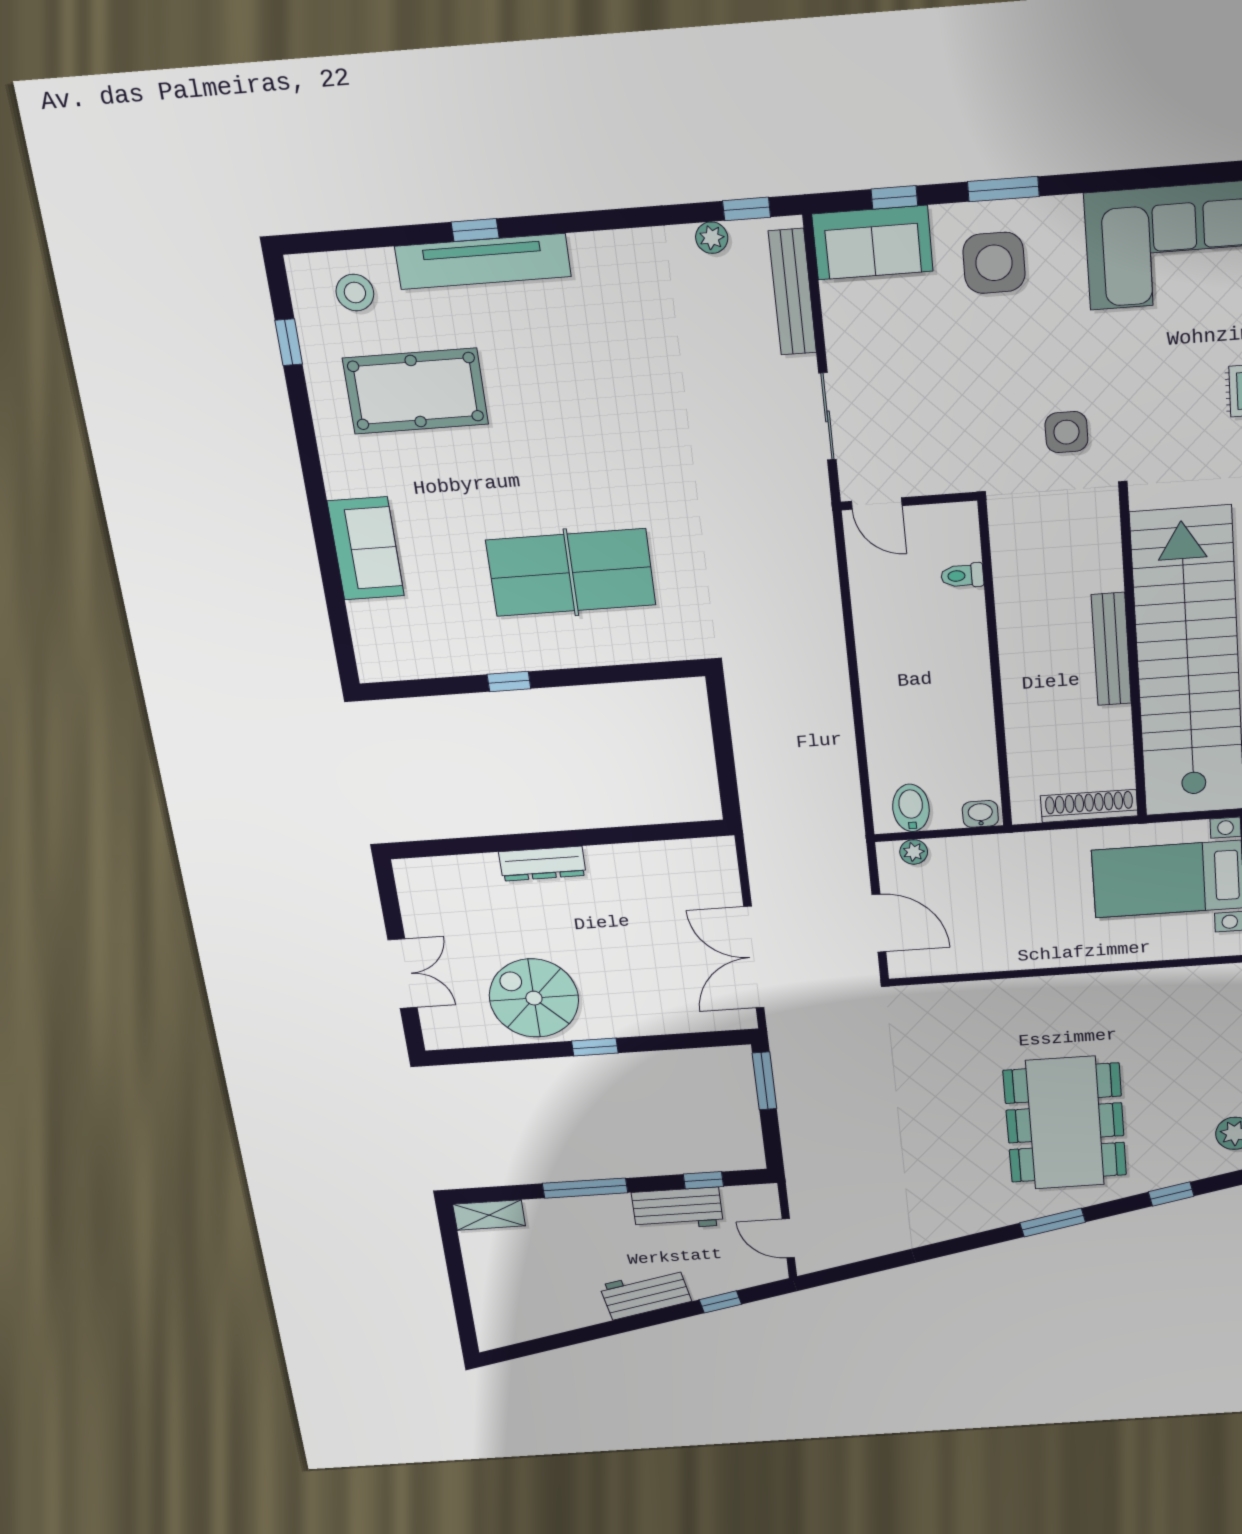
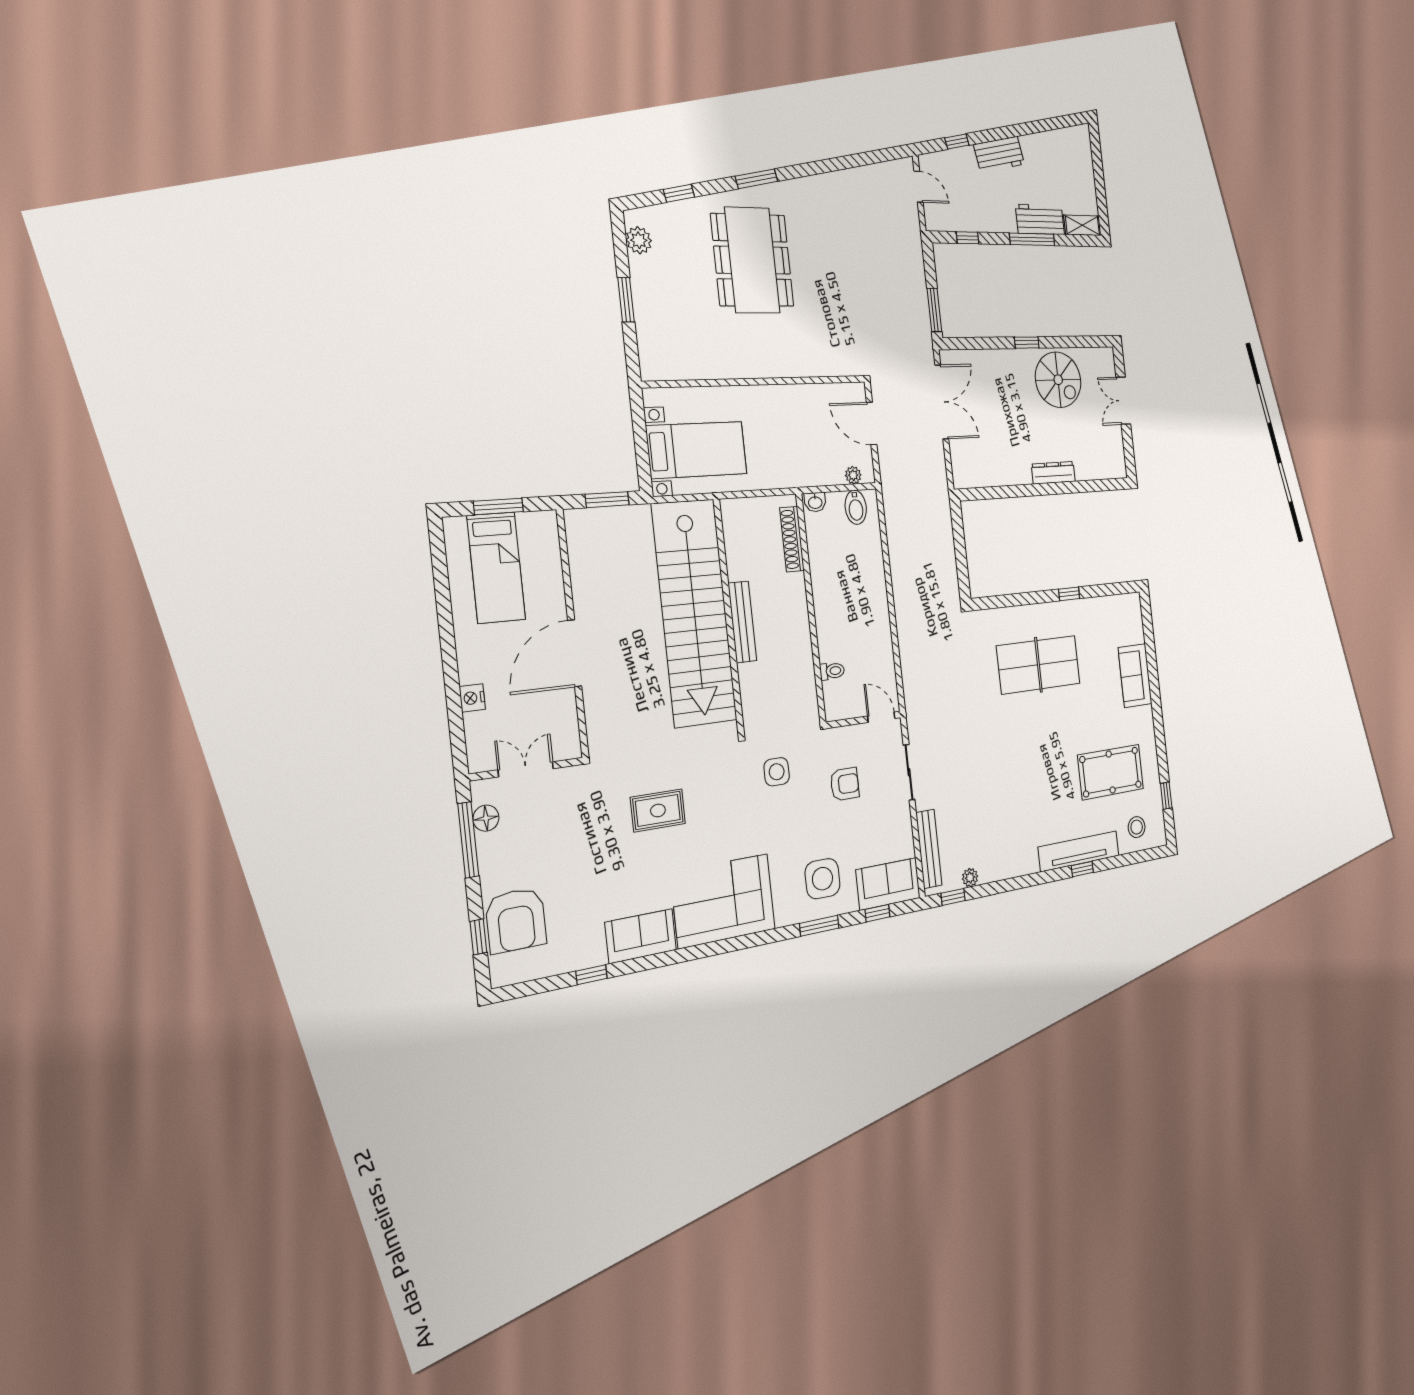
armchair: (947, 406) -> (845, 784), added
shoe rack: (1089, 806) -> (792, 539), moved, turned 90
workbench: (677, 1209) -> (1040, 219), moved

